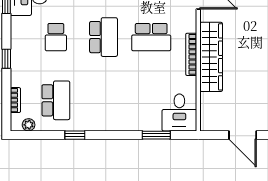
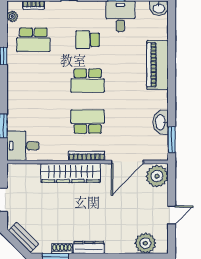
school desk: (151, 37) -> (88, 122), turned 90
bookcase: (191, 54) -> (87, 156), moved

